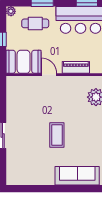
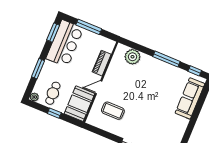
cafe table: (35, 23) -> (53, 93), moved
coffee table: (57, 135) -> (113, 111), moved

